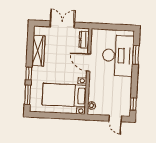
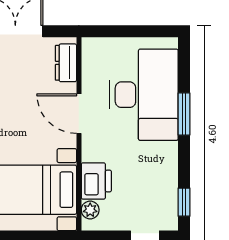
window: (136, 55) -> (184, 114), moved
printer: (95, 93) -> (96, 181), added

